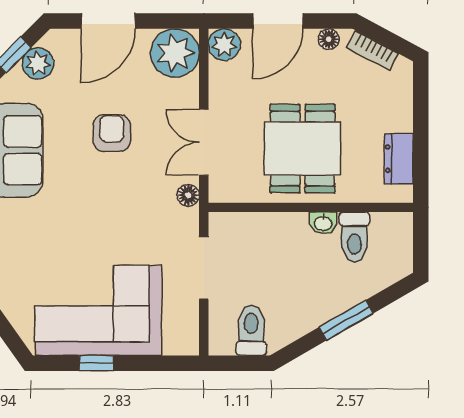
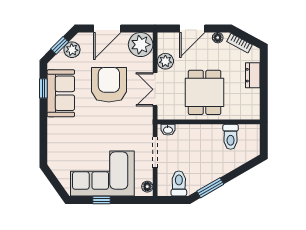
plant: (224, 45) -> (165, 61), moved
armchair: (112, 133) -> (109, 85), width x1.88, depth x1.88
dresser: (399, 159) -> (253, 75), moved
floor lamp: (188, 195) -> (147, 187), moved
washbasin: (323, 223) -> (168, 130), moved
window: (346, 320) -> (210, 188), moved

